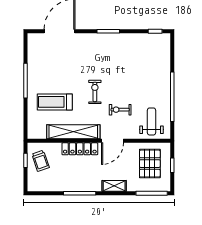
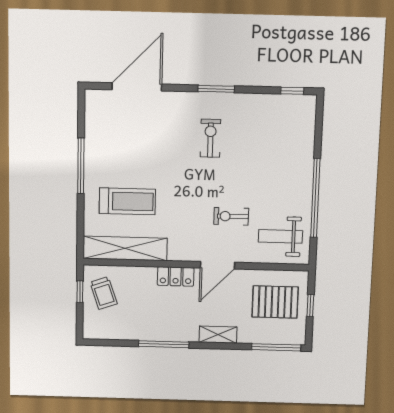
exercise bike: (95, 92) -> (210, 138), moved
treadmill: (55, 102) -> (127, 201), turned 180
weight bench: (151, 121) -> (280, 236), turned -90
shelving: (73, 132) -> (125, 248), moved
locker: (80, 149) -> (176, 276), width x0.66
pallet: (150, 164) -> (275, 302), turned 90

